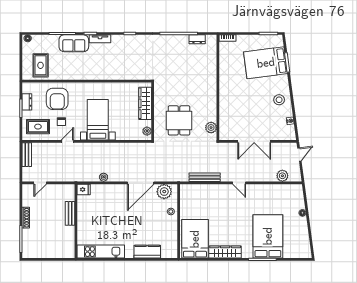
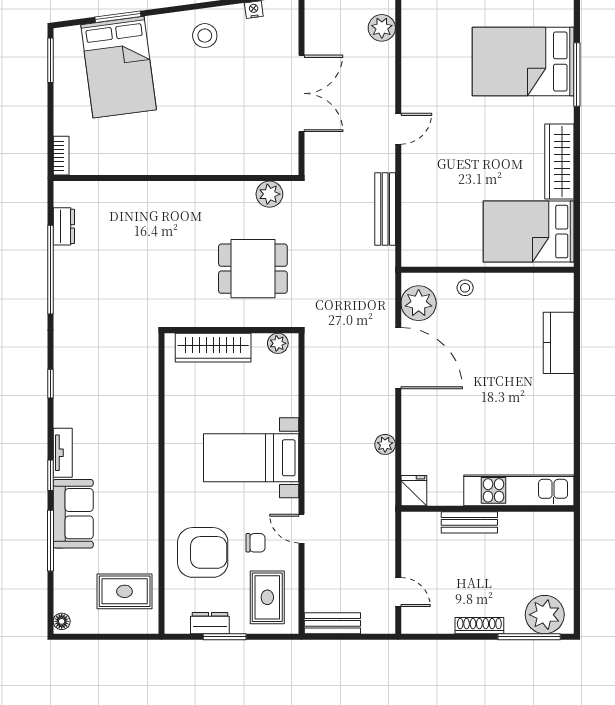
plant: (31, 246) -> (545, 615), added
kitchen unit: (101, 252) -> (519, 490), moved, turned 90

